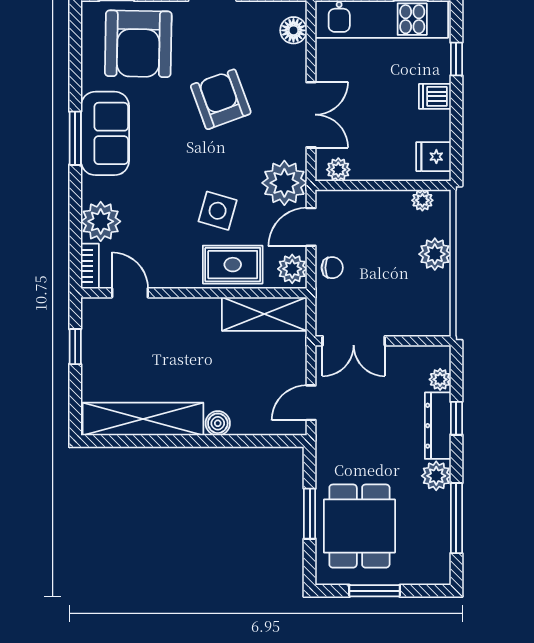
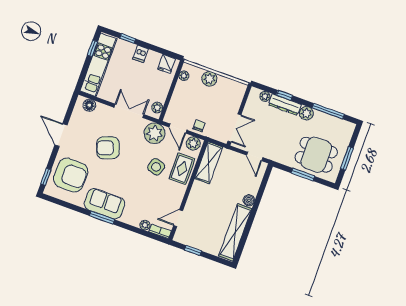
plant: (101, 221) -> (145, 225), width x0.53, depth x0.53

